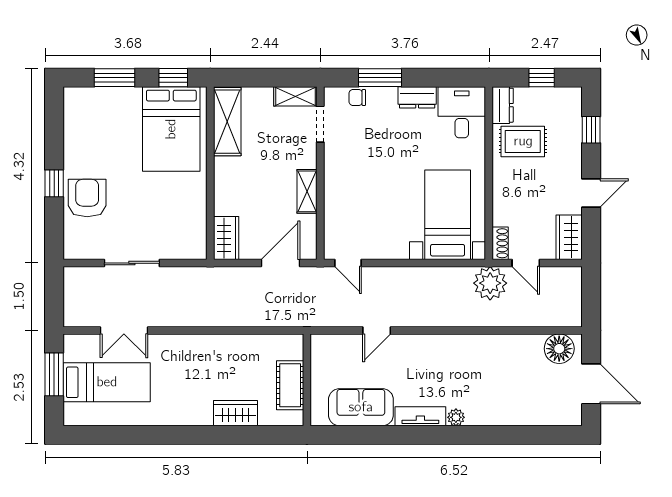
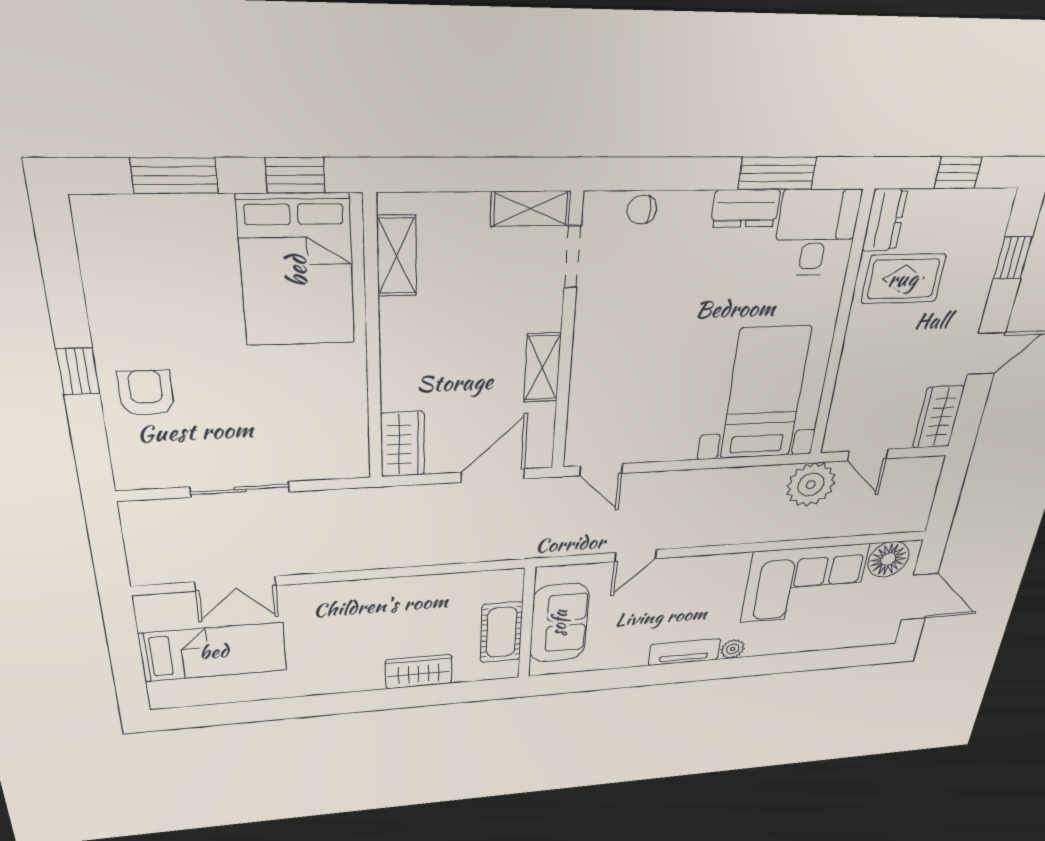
window: (380, 78) -> (777, 173), moved
shelving: (227, 122) -> (397, 256), width x0.67, depth x0.75
armchair: (87, 198) -> (146, 393), width x0.72, depth x0.72
shoe rack: (500, 243) -> (837, 430), removed
corner sofa: (500, 364) -> (805, 583), added
window: (54, 374) -> (125, 649), removed
sofa: (361, 407) -> (559, 623), moved, turned 90

